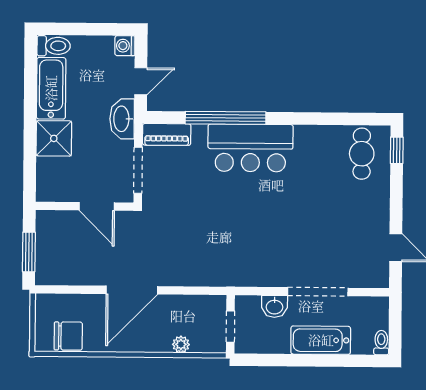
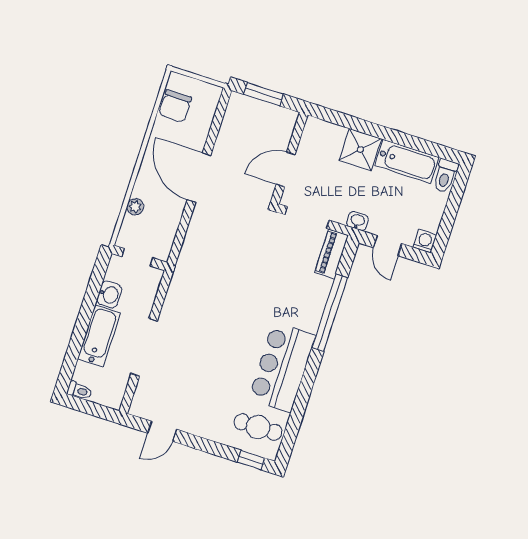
washbasin: (122, 119) -> (357, 221), width x0.52, depth x0.69
bar counter: (250, 148) -> (282, 367), moved
washbasin: (275, 306) -> (109, 294), moved, turned 180

